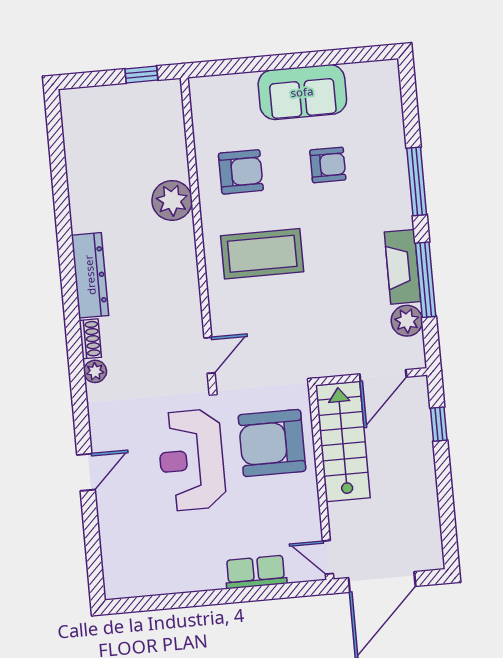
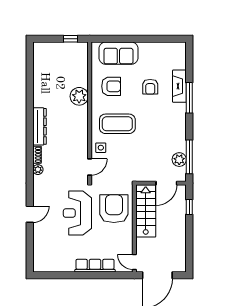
sofa: (302, 92) -> (118, 53), moved
armchair: (328, 165) -> (150, 87), turned 90
fireplace: (403, 267) -> (179, 86), moved
window: (426, 280) -> (189, 157), moved
side table: (230, 310) -> (101, 148), added
armchair: (272, 443) -> (114, 209), turned 90
row of seats: (256, 572) -> (95, 266), width x1.48

